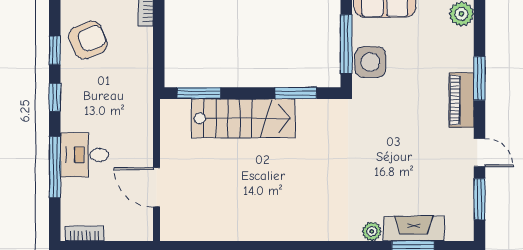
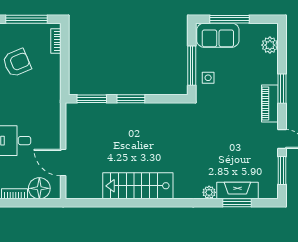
side table: (370, 62) -> (208, 78), width x0.54, depth x0.54
window: (296, 93) -> (131, 99), moved
stairs: (243, 118) -> (138, 186), moved, turned 180
floor lamp: (121, 225) -> (39, 188), added

